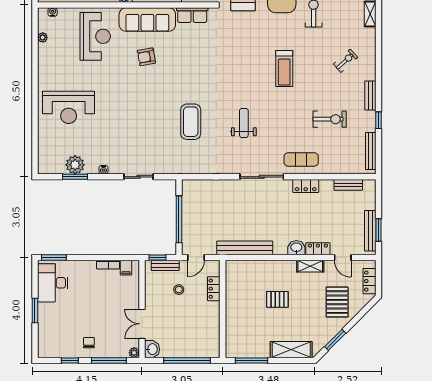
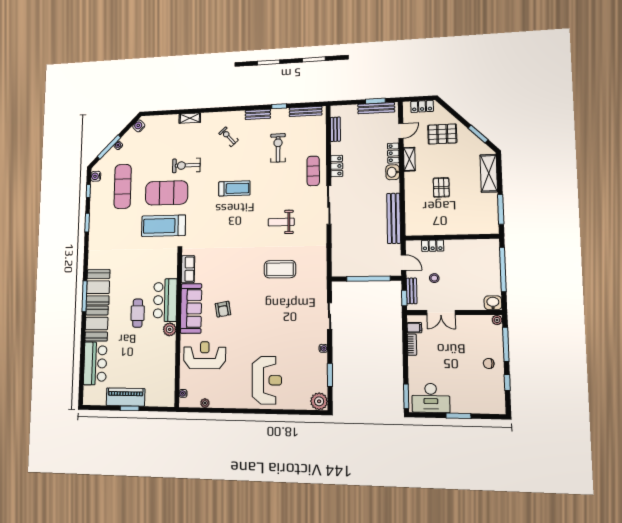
plant: (75, 165) -> (319, 401), moved
double door: (142, 324) -> (441, 313), moved

